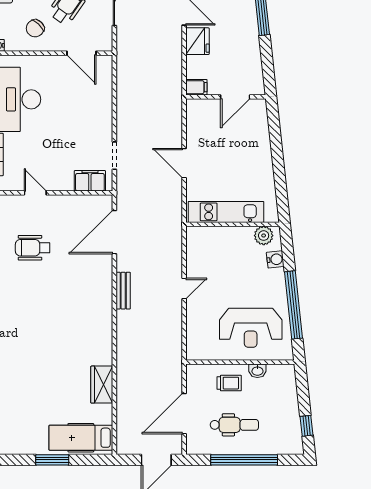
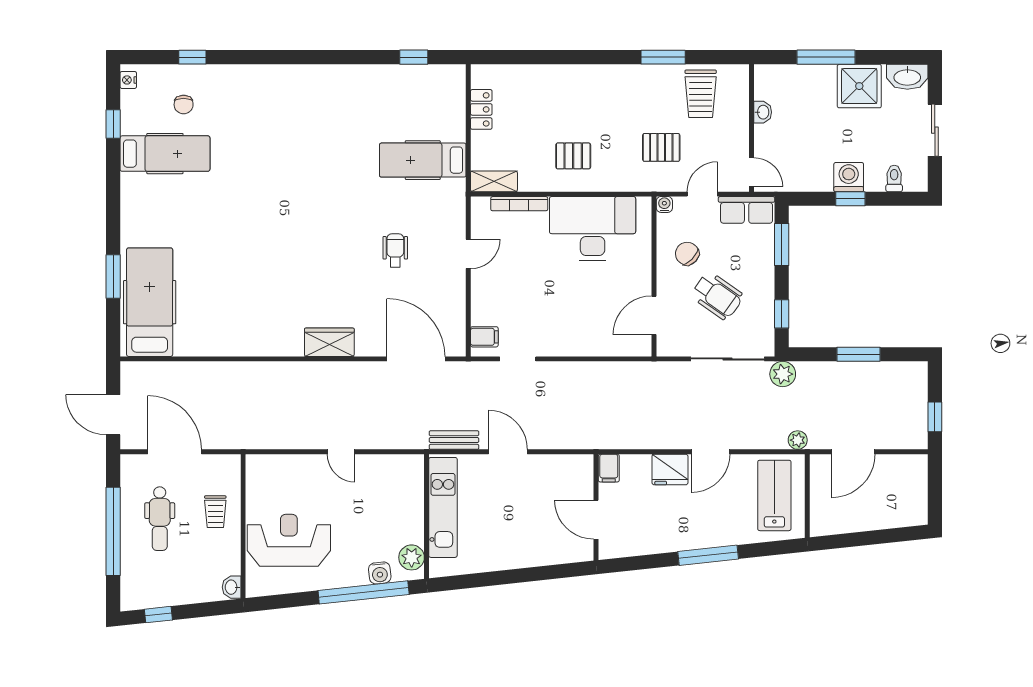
door: (184, 163) -> (508, 452), hinge flipped
filing cabinet: (90, 181) -> (484, 337), width x0.50
wheelchair: (33, 248) -> (395, 250), width x0.73, depth x0.73
bench: (123, 291) -> (454, 440), moved
window: (293, 305) -> (364, 592), moved
reception desk: (251, 328) -> (289, 540), turned 90
washbasin: (257, 371) -> (232, 587), moved
wardrobe: (102, 385) -> (329, 342), moved
hospital bed: (81, 438) -> (150, 302), width x1.37, depth x1.29

